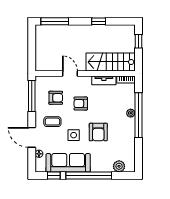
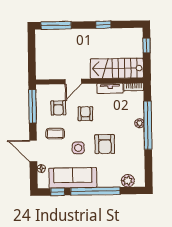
door: (70, 73) -> (73, 81), swing flipped
armchair: (56, 98) -> (58, 108), turned 90
armchair: (81, 104) -> (85, 114), turned 90

